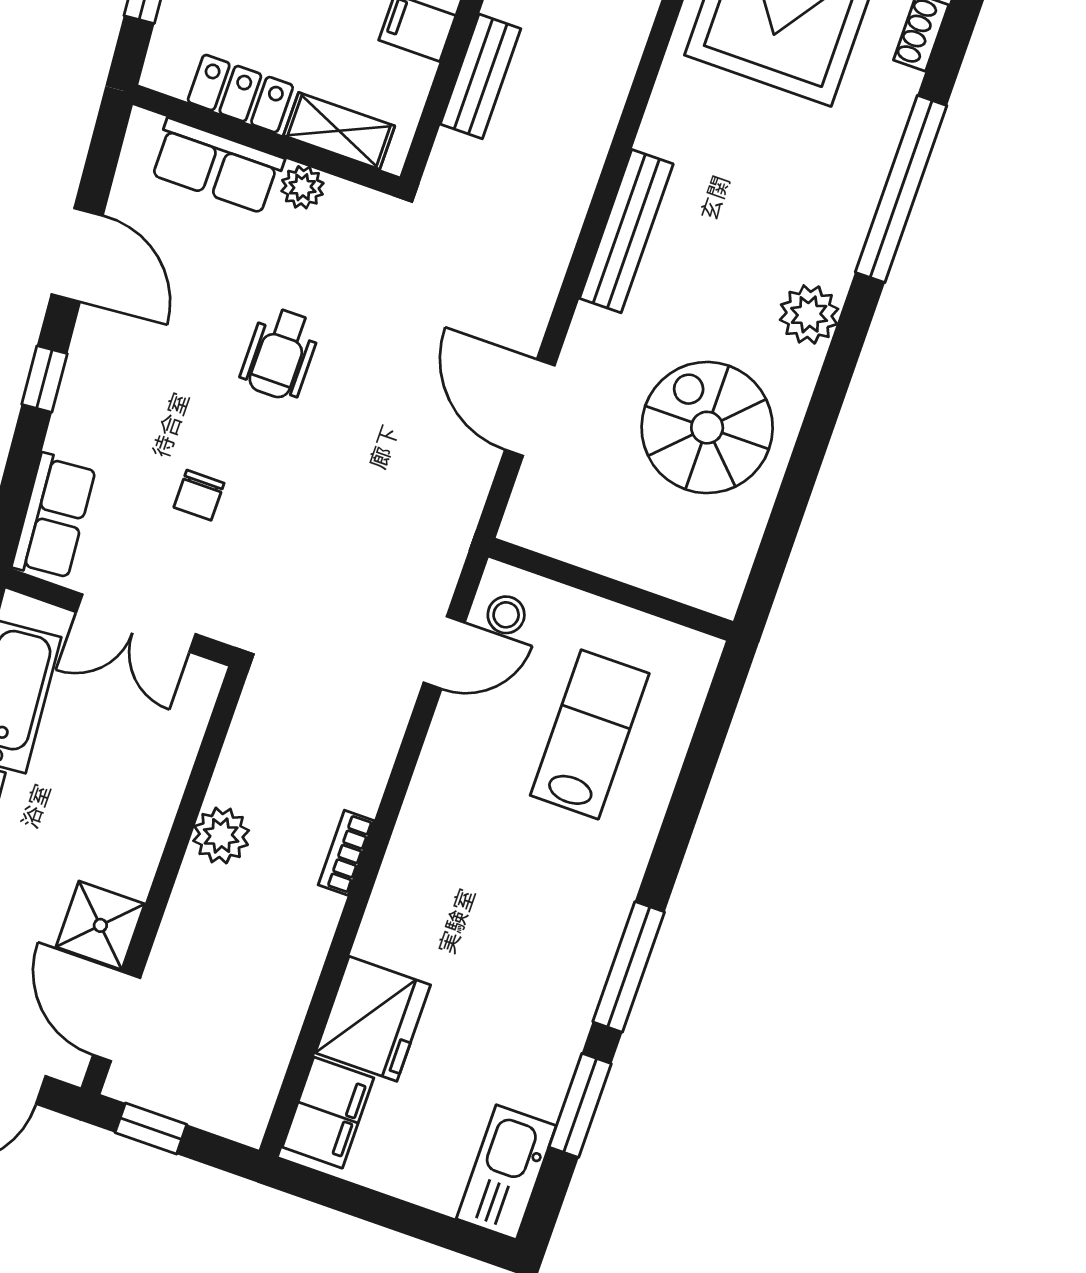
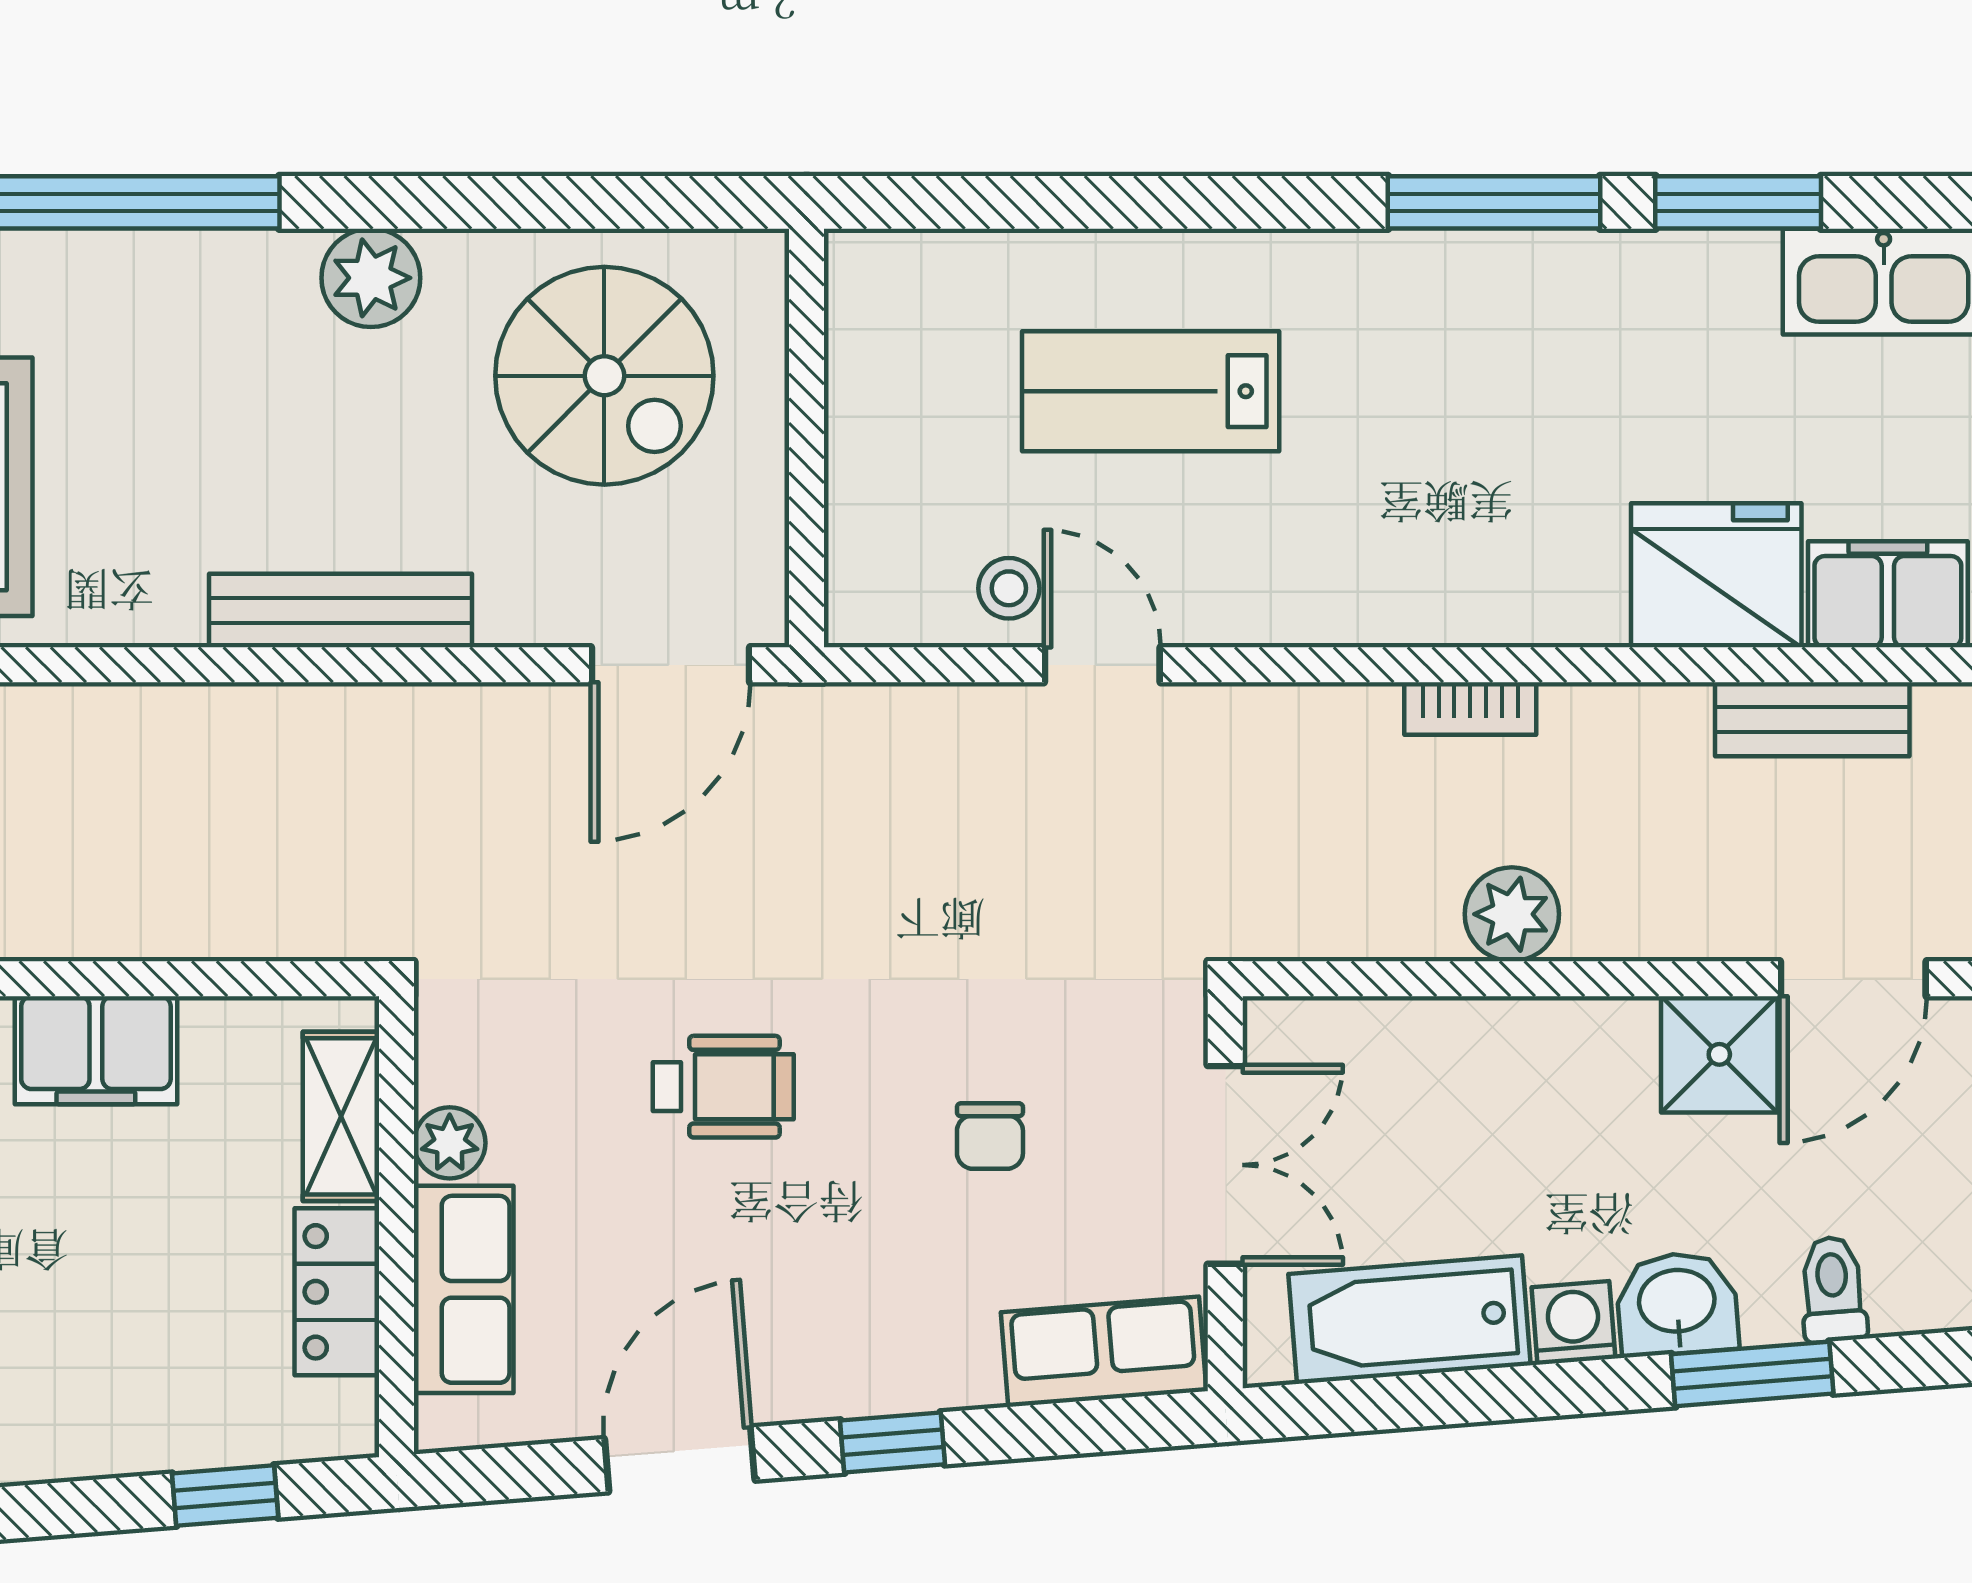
bench: (481, 76) -> (1812, 719), moved
spiral stairs: (707, 428) -> (604, 376), turned -90
chair: (199, 495) -> (990, 1136), turned 90
wall: (611, 589) -> (807, 438), moved

